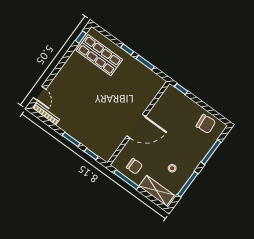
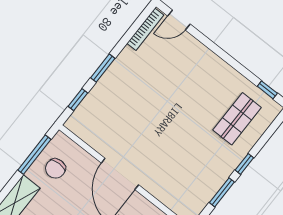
shop shelf: (99, 55) -> (237, 119), width x0.70, depth x0.74

